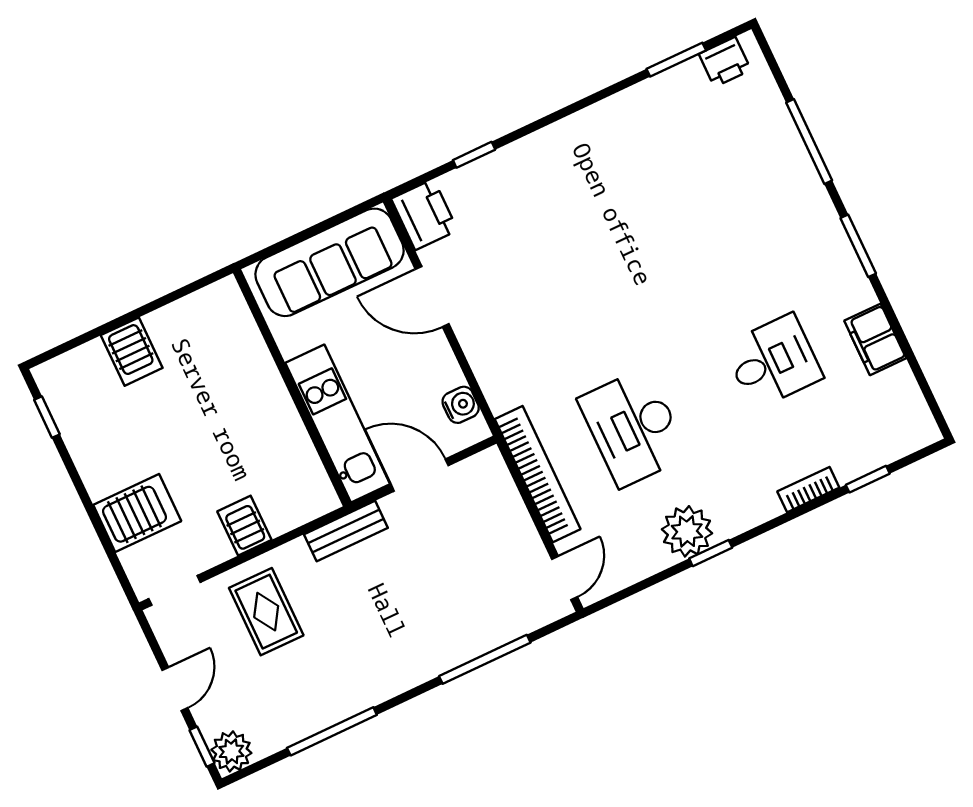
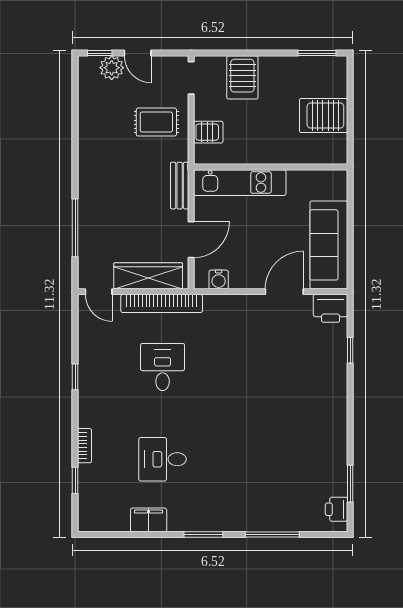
server rack: (132, 352) -> (324, 115), width x1.36, depth x1.44
desk: (773, 362) -> (163, 459), turned 90
wall: (292, 388) -> (271, 167), moved
window: (47, 417) -> (317, 53), width x1.50
kitchen unit: (338, 424) -> (240, 183), moved
desk: (633, 427) -> (163, 367), width x0.73
wardrobe: (505, 514) -> (148, 276), added
plant: (687, 531) -> (93, 370), removed
window: (332, 731) -> (75, 127), removed
plant: (231, 751) -> (112, 68), moved

